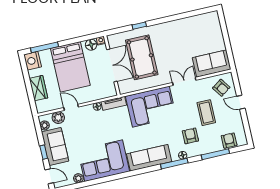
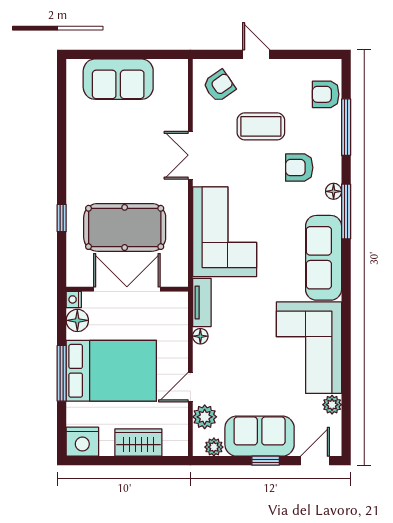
window: (45, 47) -> (62, 373), moved
sofa: (212, 64) -> (118, 79), moved, turned -90
door: (241, 102) -> (256, 54), swing flipped

